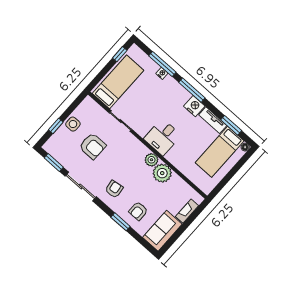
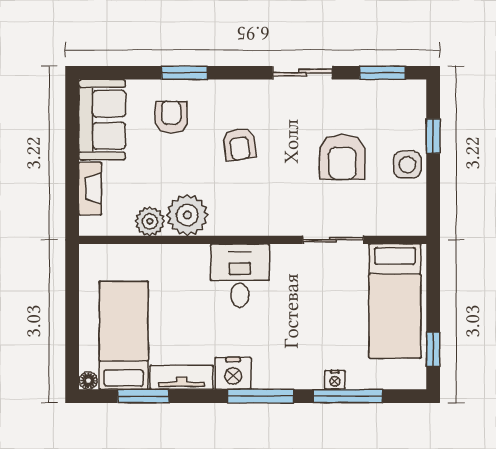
armchair: (93, 146) -> (342, 157), turned -90
plant: (151, 160) -> (150, 221), moved
sliding door: (81, 186) -> (302, 73), width x0.73
armchair: (114, 189) -> (239, 144), moved

